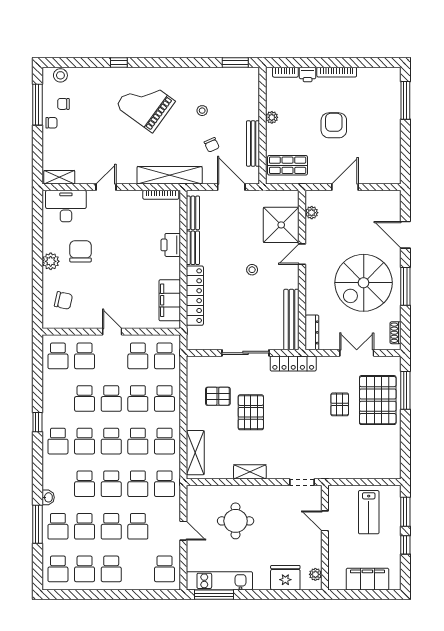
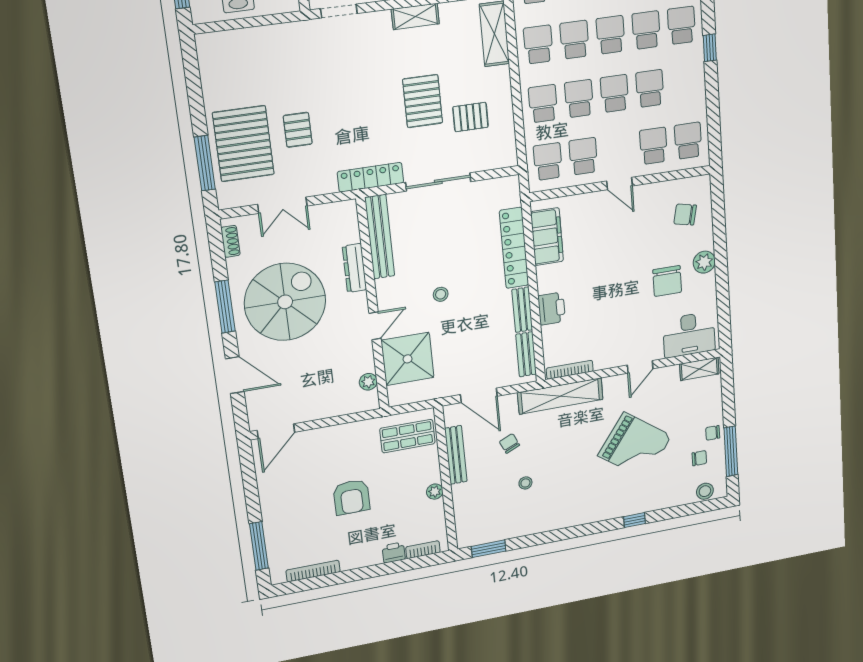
bookcase: (337, 72) -> (313, 571), moved
grand piano: (145, 104) -> (635, 446), moved
door: (345, 187) -> (276, 431), moved
dresser: (312, 332) -> (354, 268), moved

